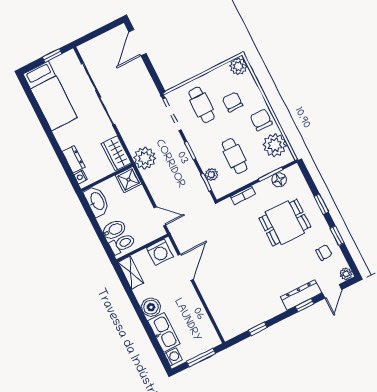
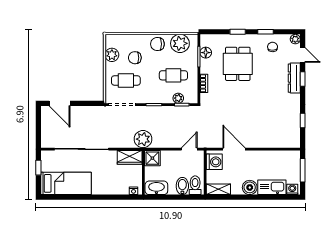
plant: (238, 66) -> (112, 55), moved
dresser: (74, 159) -> (119, 189), removed

